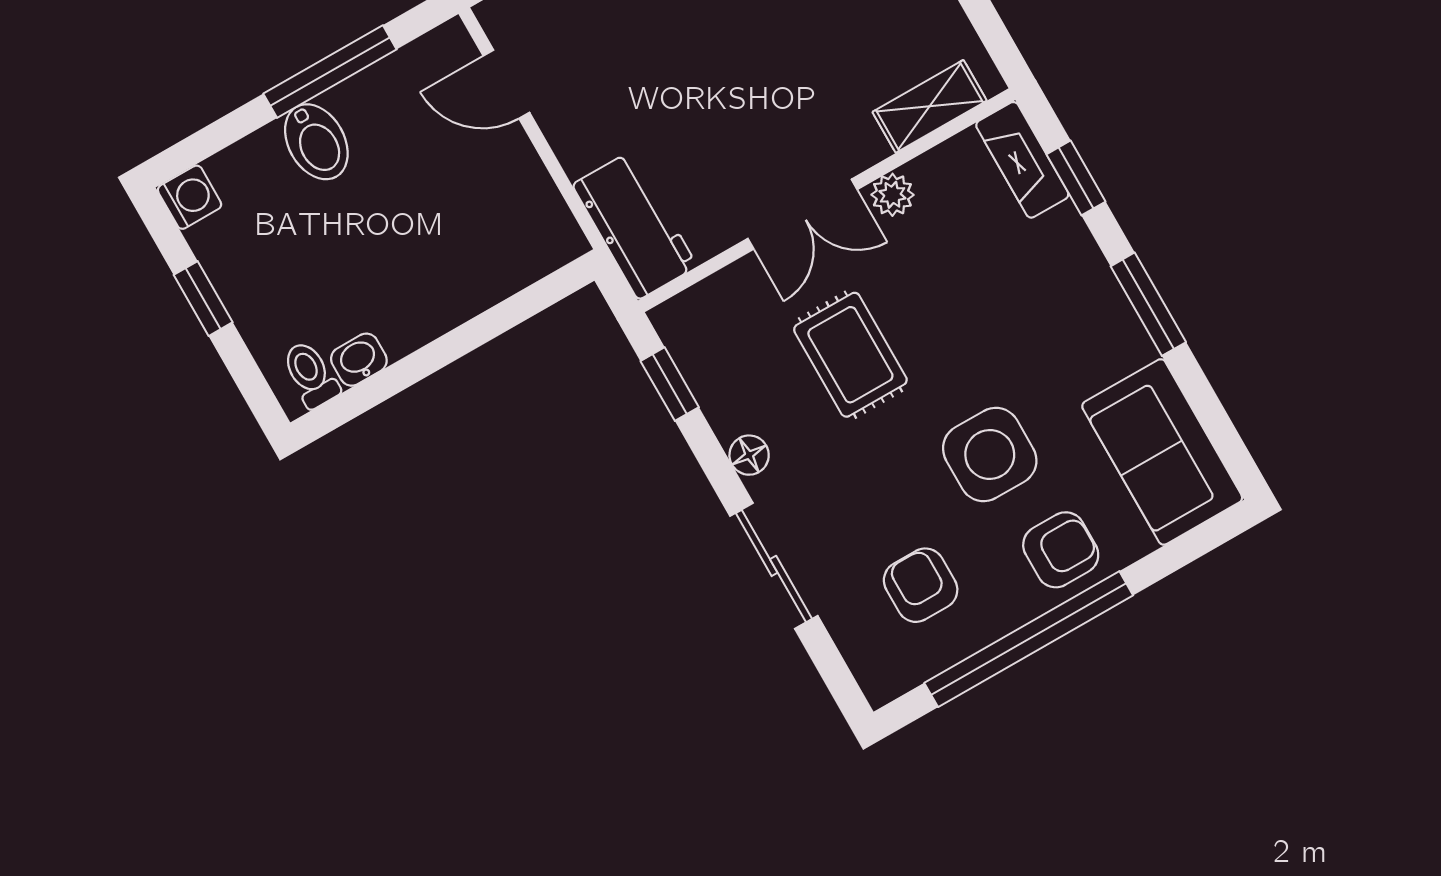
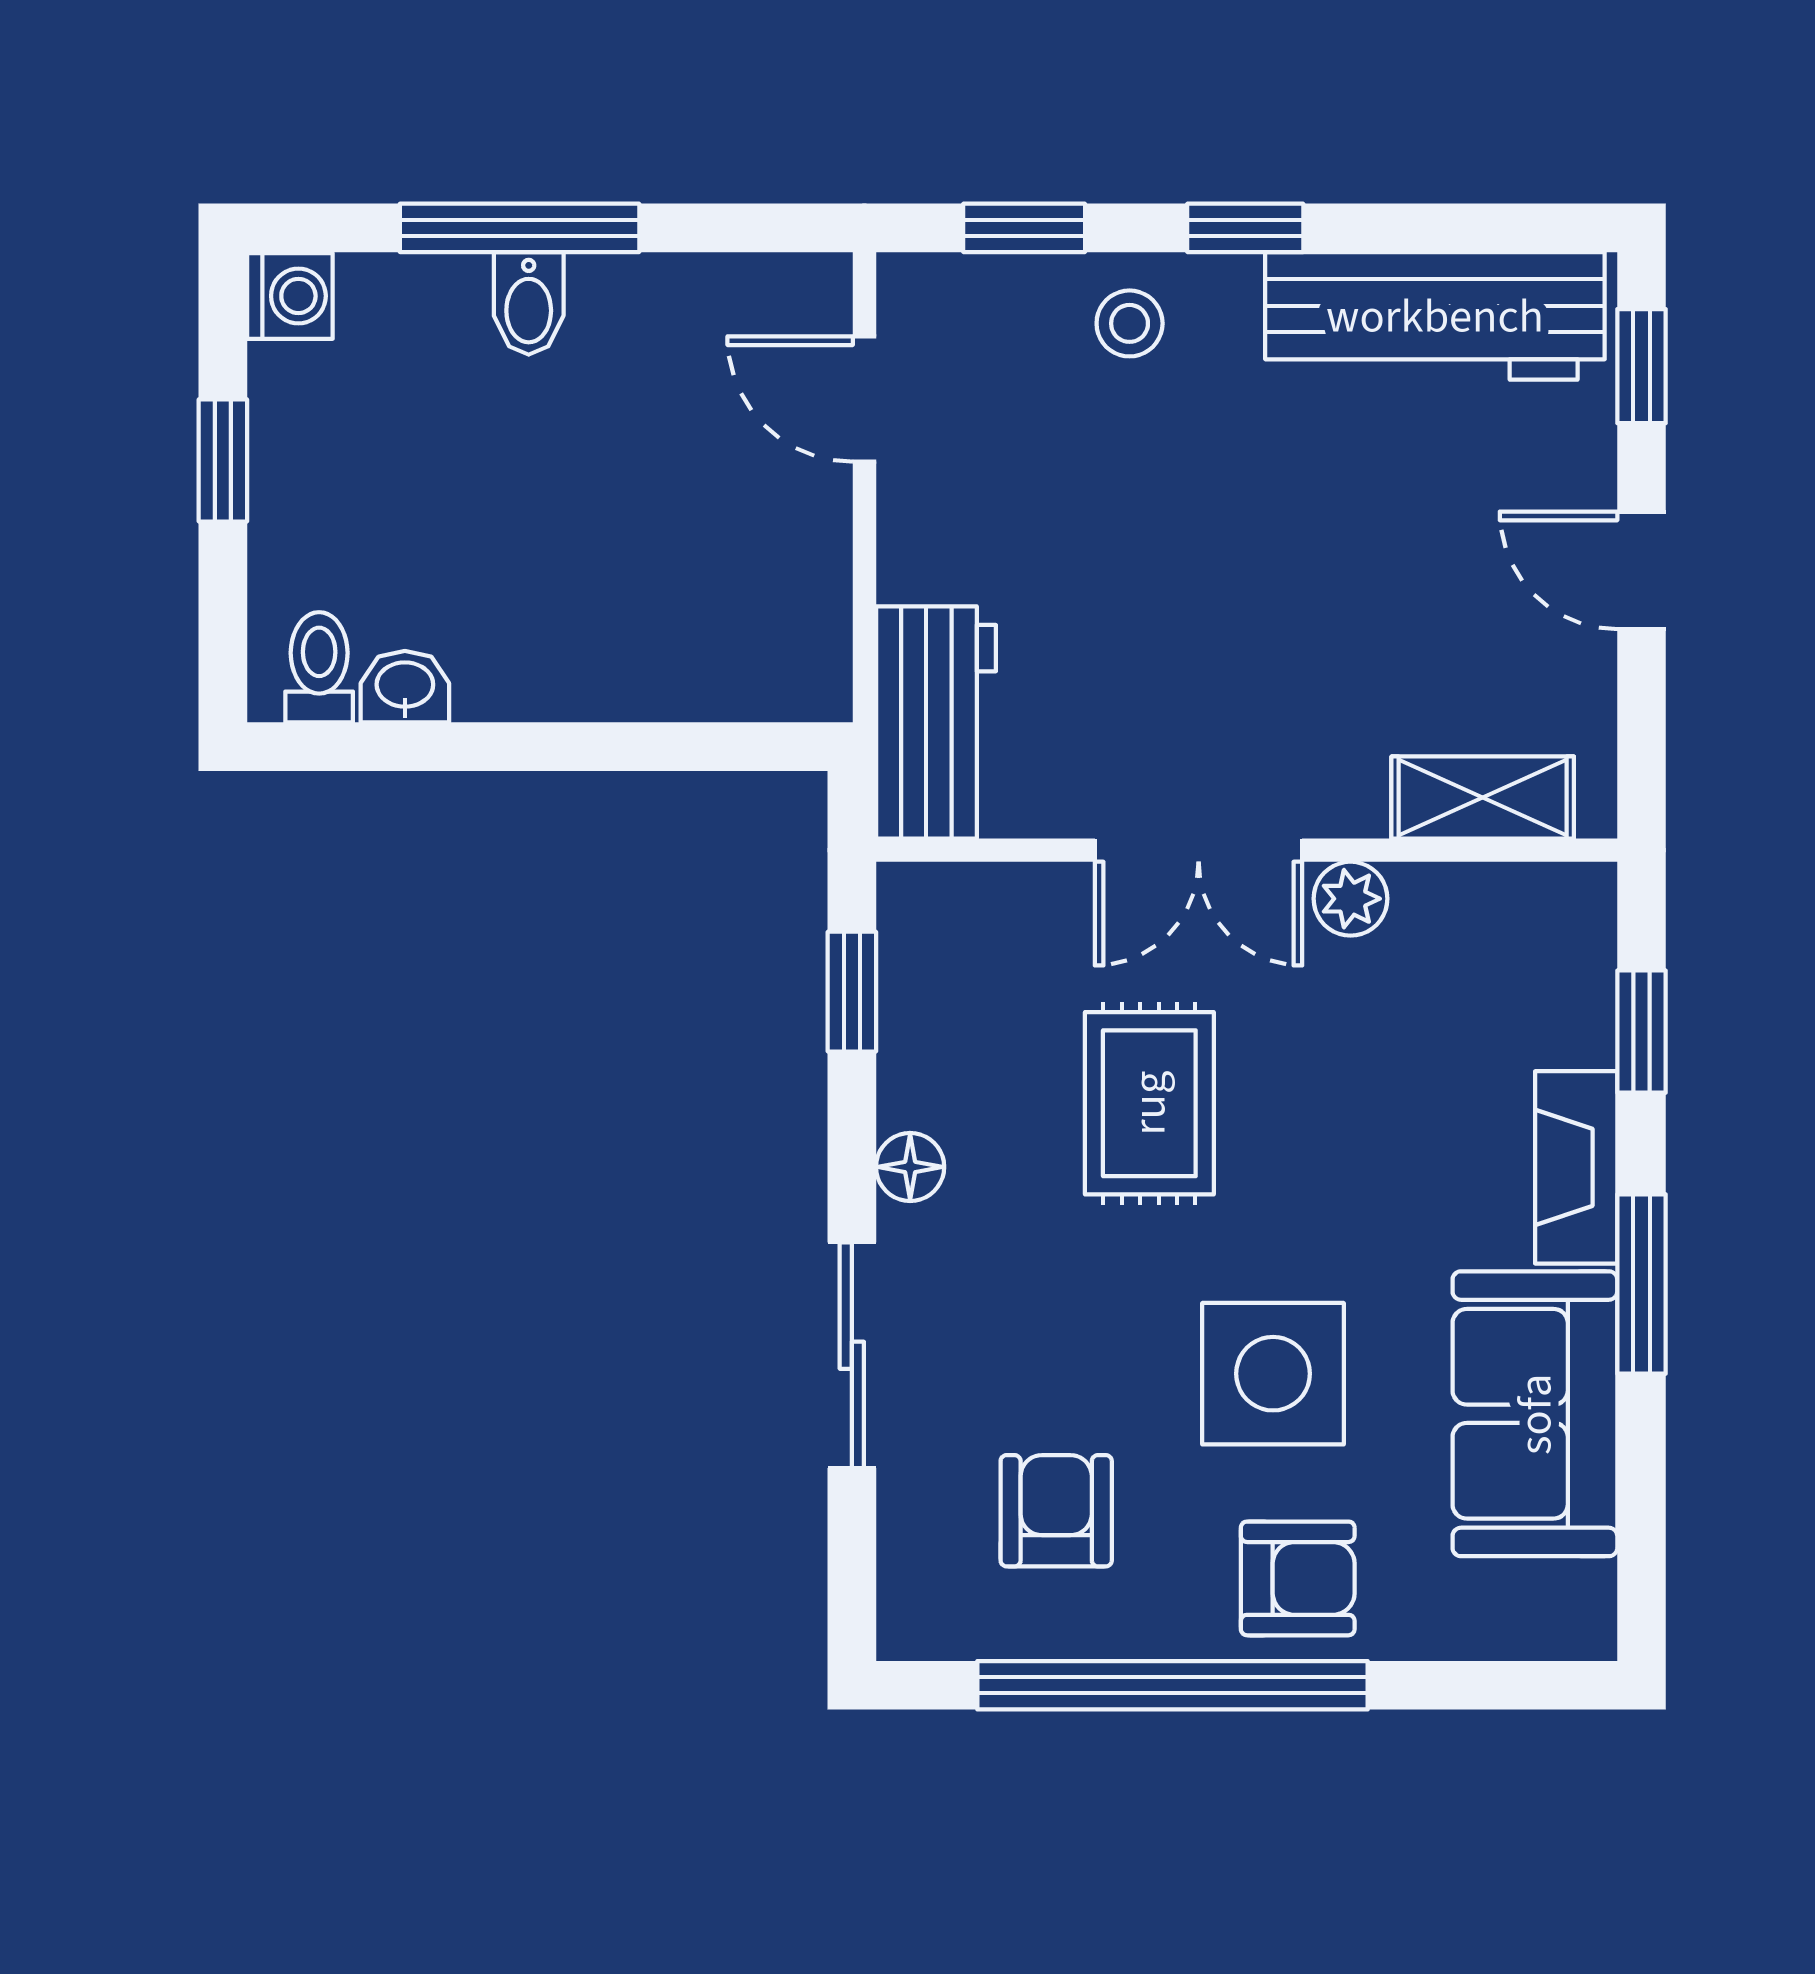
window: (330, 72) -> (520, 228), moved
bidet: (316, 142) -> (529, 303), width x0.72, depth x0.74
fireplace: (1022, 160) -> (1576, 1167), moved
sofa: (1162, 452) -> (1535, 1414), moved

